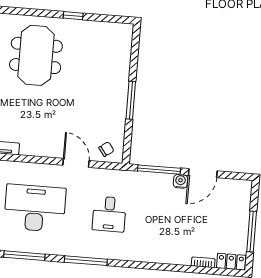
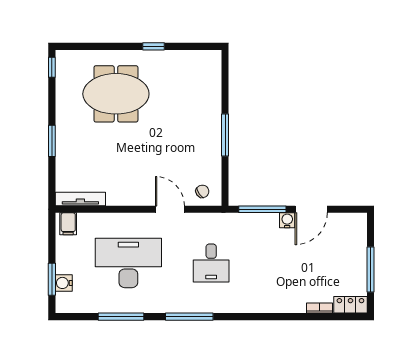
meeting table: (36, 55) -> (116, 94), turned 90

